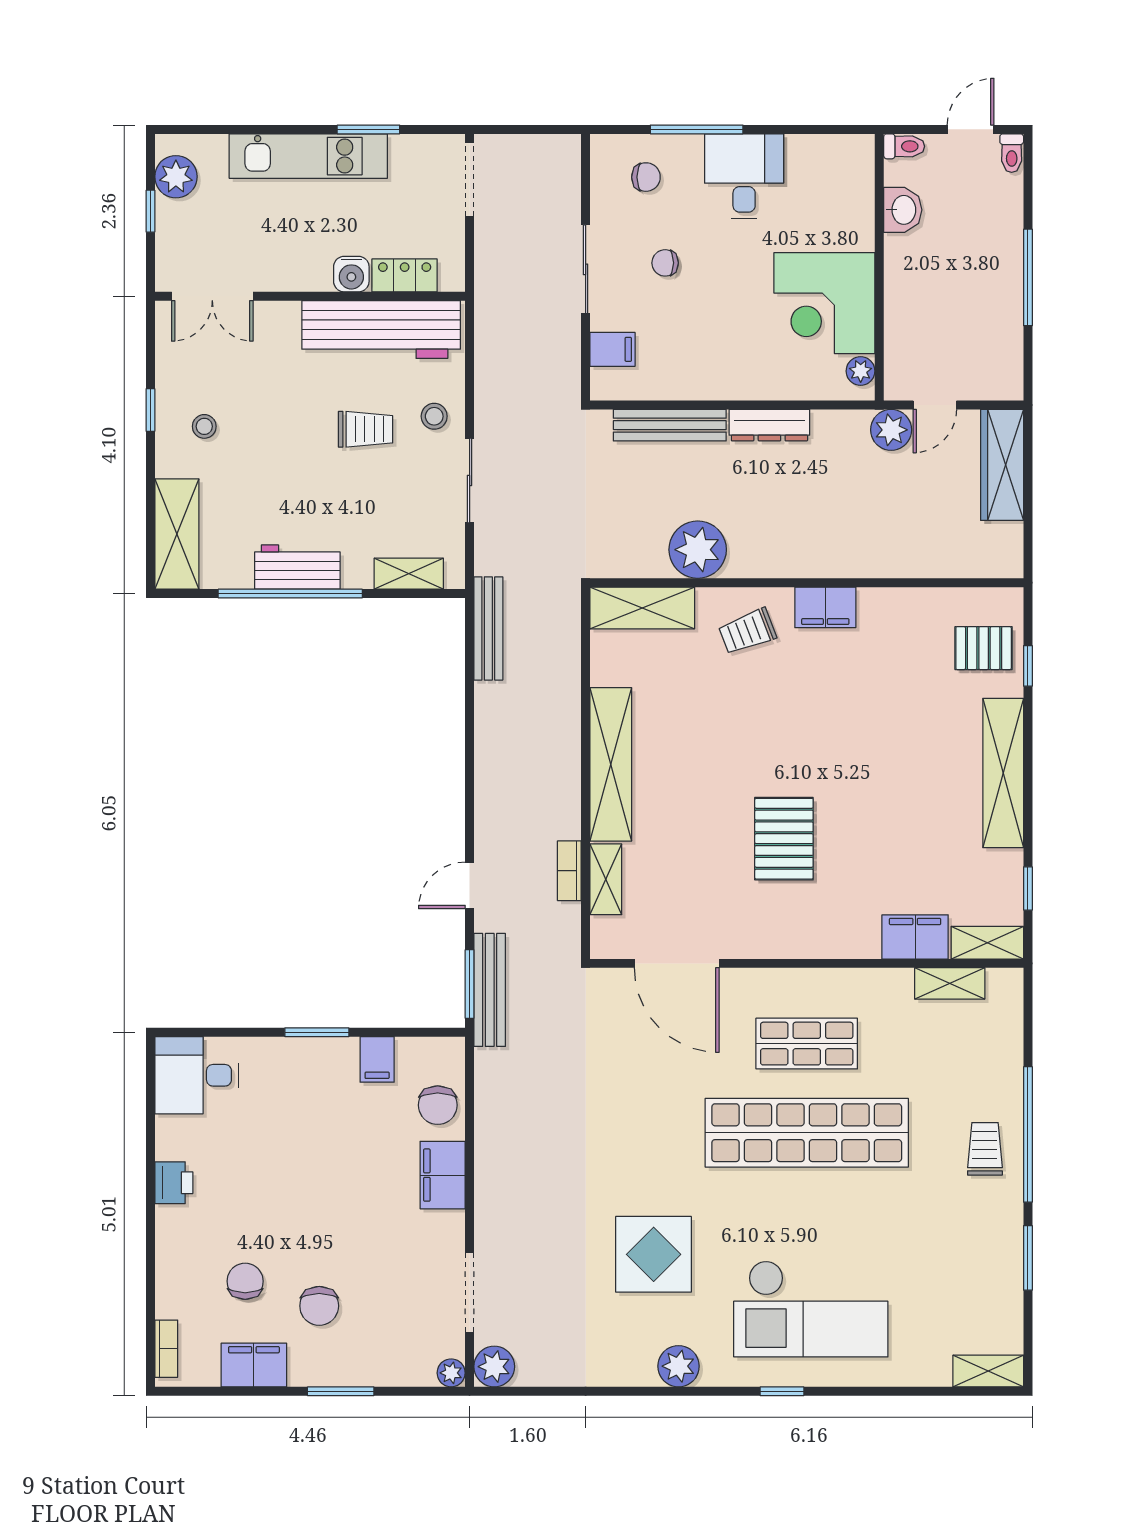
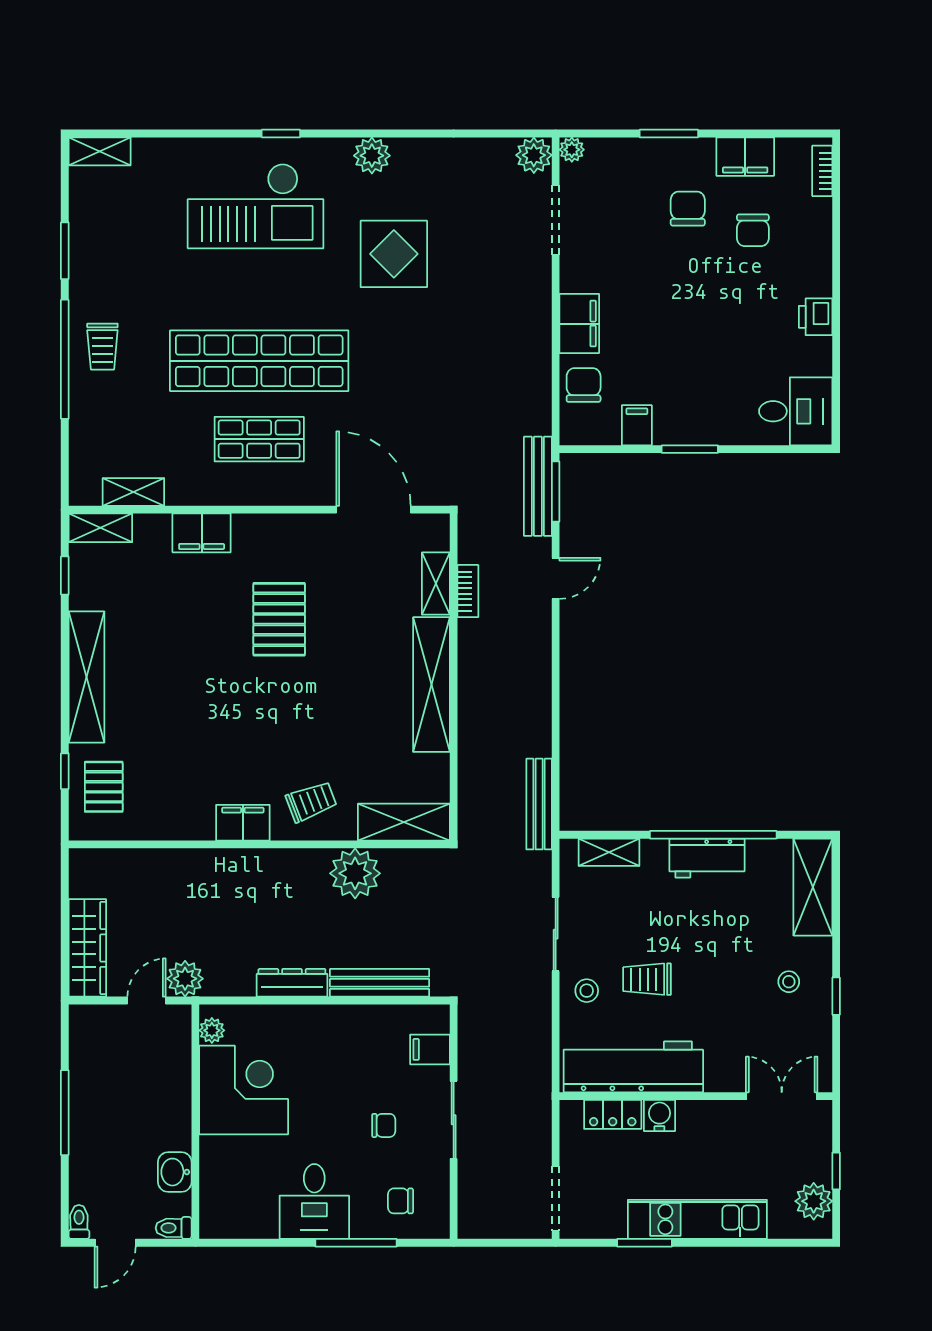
pallet: (984, 648) -> (104, 787), turned 90
filing cabinet: (915, 937) -> (202, 533), moved
checkout: (811, 1309) -> (256, 206), turned 180

